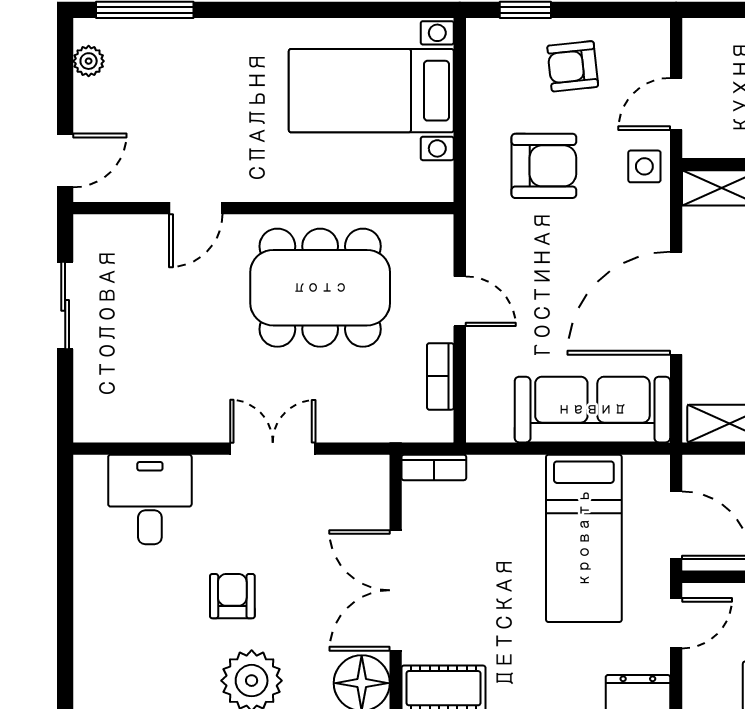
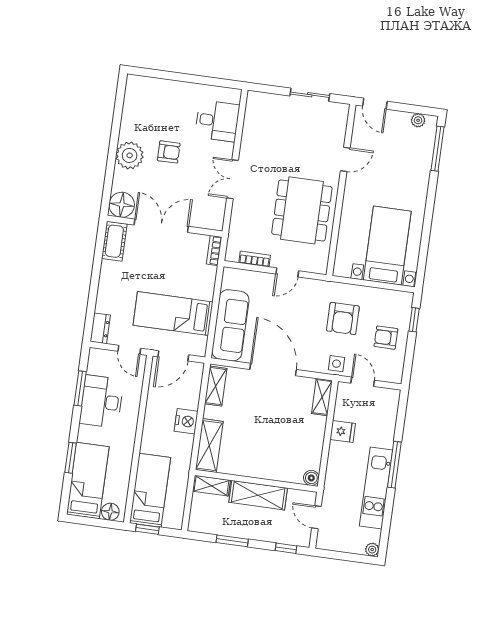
armchair: (573, 66) -> (386, 338), turned -84
door: (196, 208) -> (345, 159), swing flipped
double door: (273, 449) -> (233, 179), swing flipped

